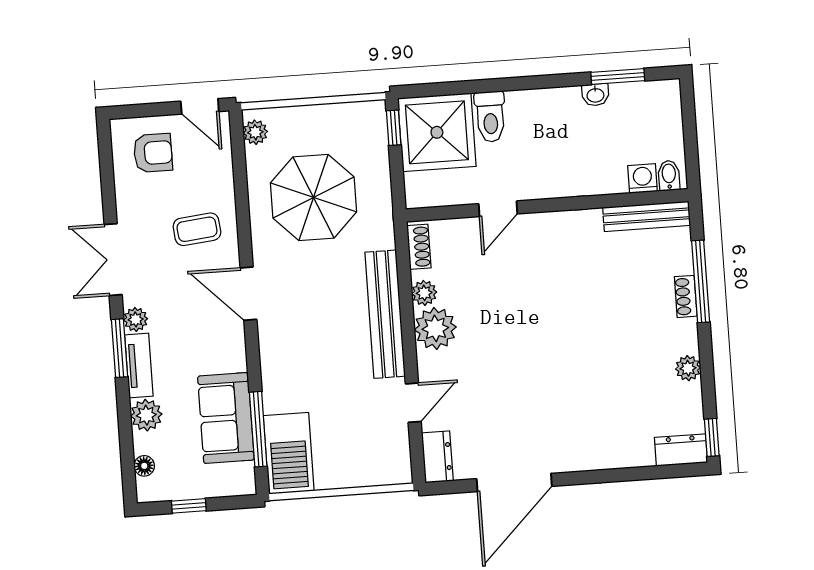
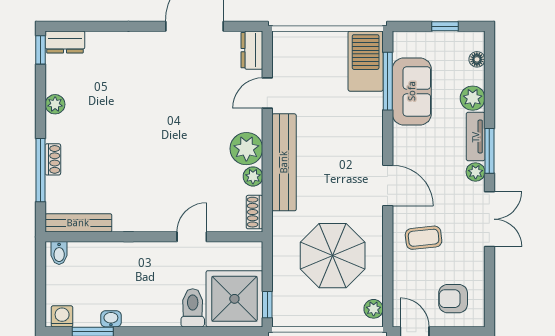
washing machine: (643, 178) -> (62, 316), moved, turned 180

